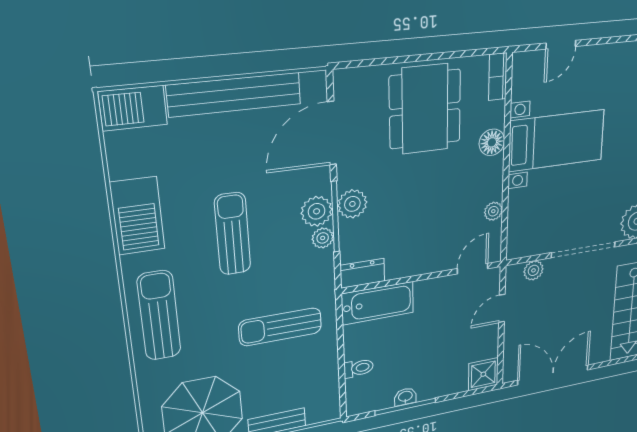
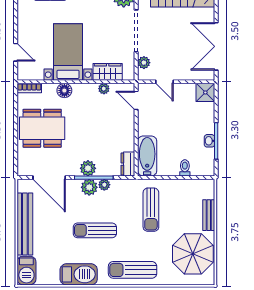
wardrobe: (521, 213) -> (108, 72), added

